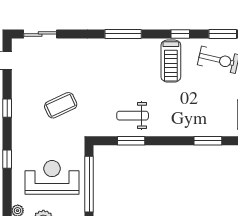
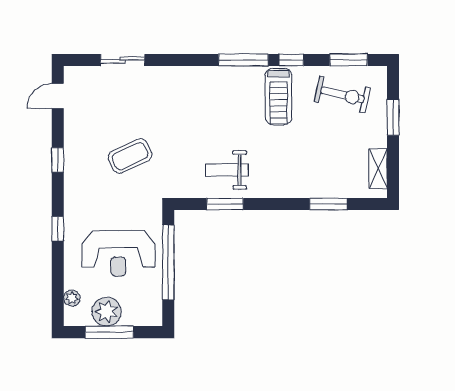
sliding door: (40, 34) -> (123, 60), moved
window: (123, 34) -> (243, 60), moved
reception desk: (52, 177) -> (118, 253), turned 180

